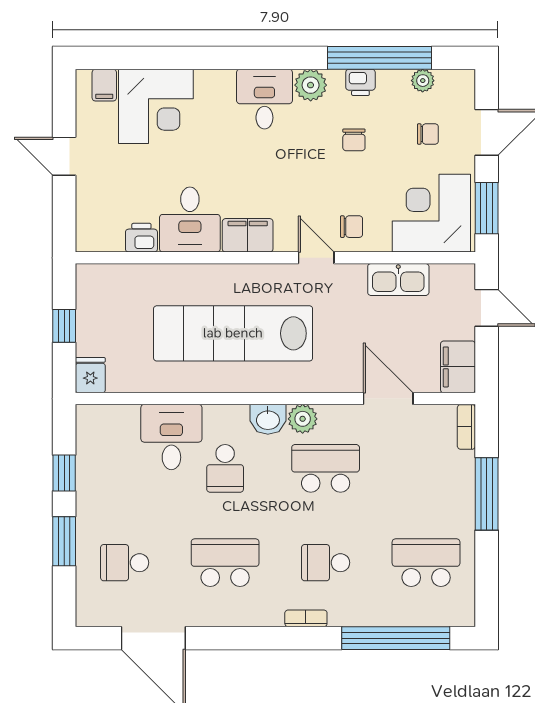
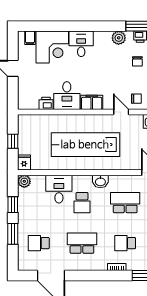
desk: (264, 99) -> (81, 44), moved
plant: (303, 419) -> (24, 181), moved

